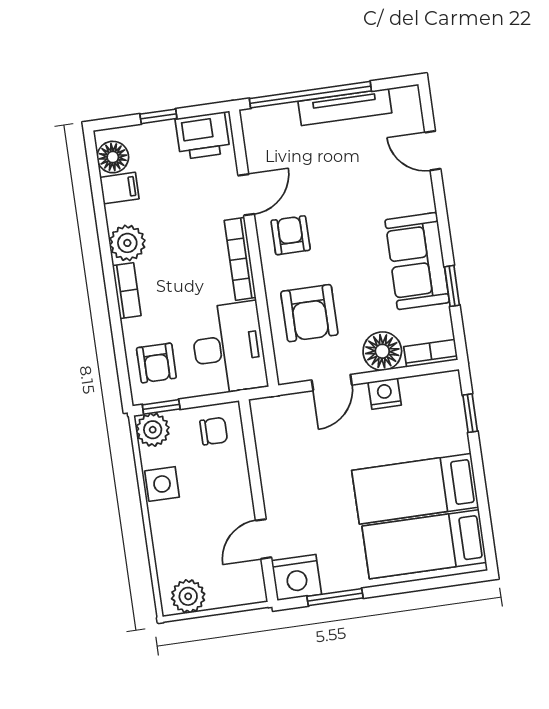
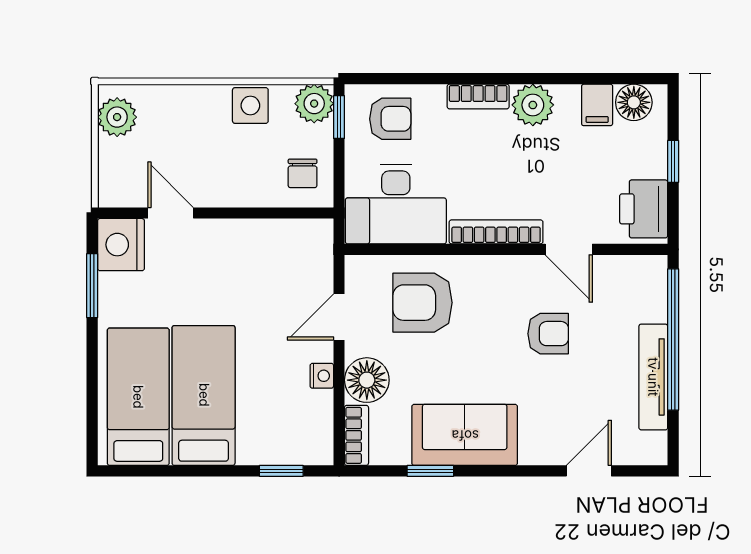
armchair: (291, 235) -> (548, 334), moved
armchair: (156, 363) -> (390, 119), turned 180
door: (332, 383) -> (339, 317), hinge flipped
nightstand: (385, 394) -> (322, 376), width x0.72, depth x0.74

